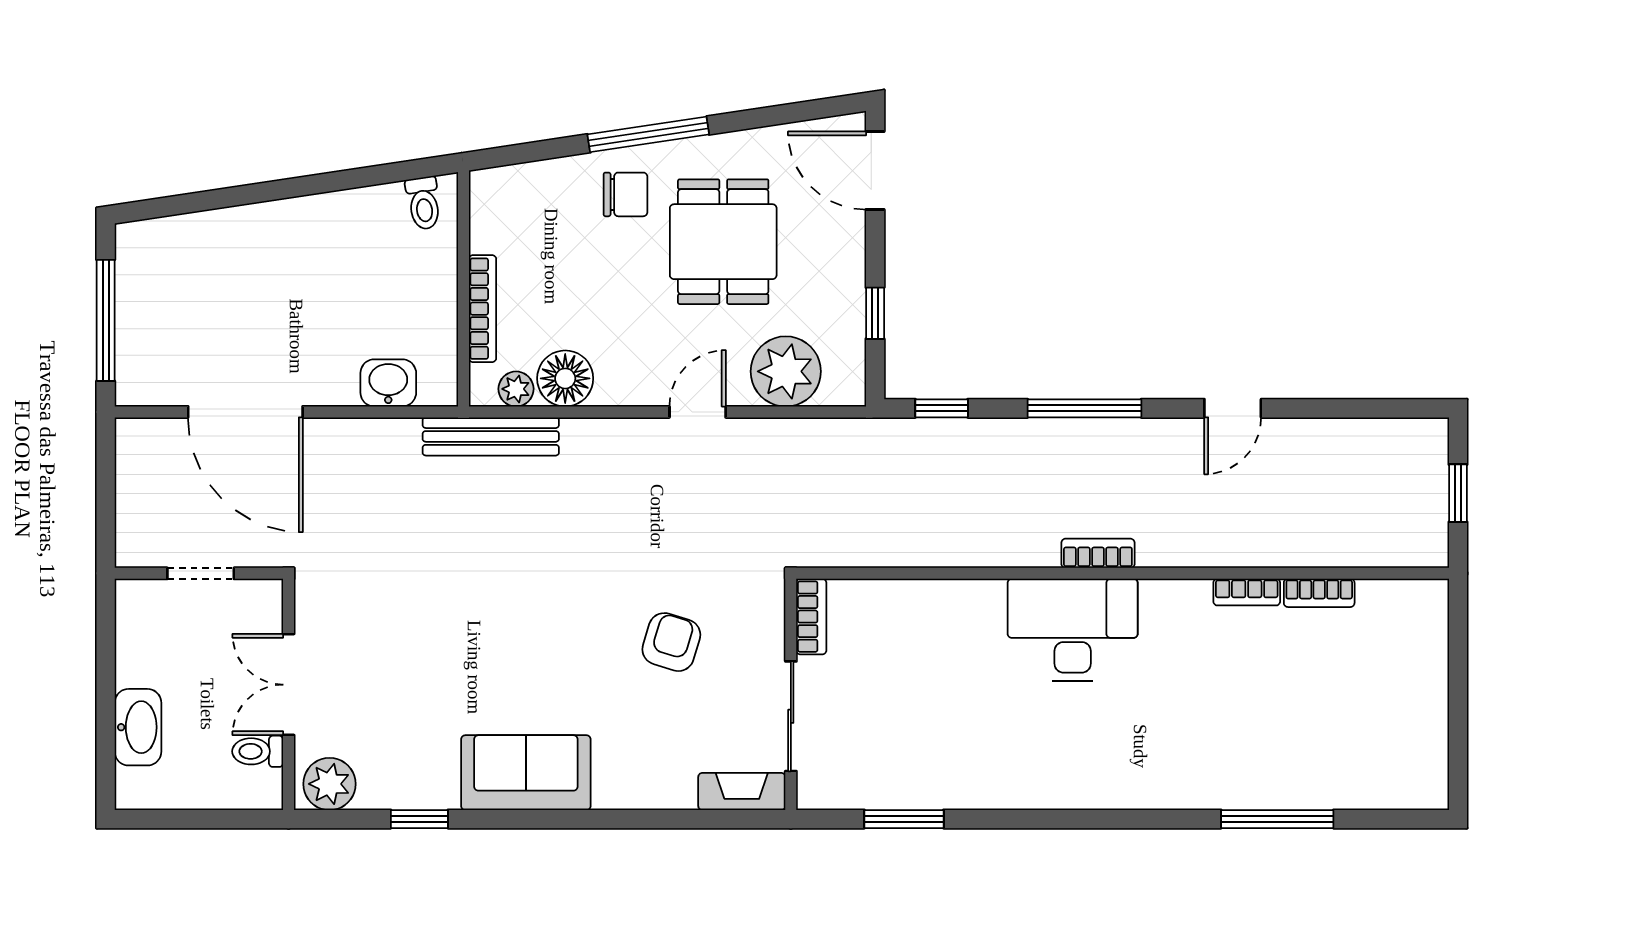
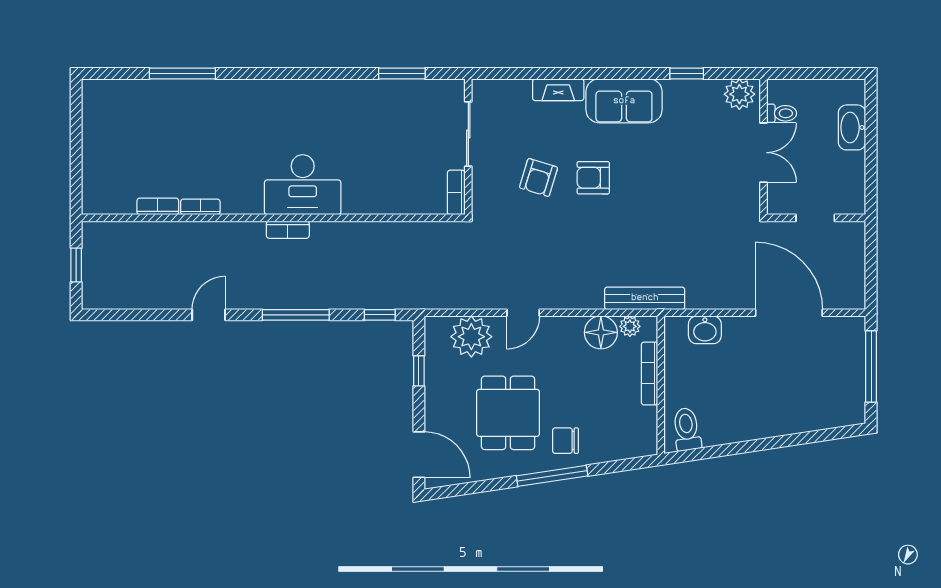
toilet: (424, 203) -> (687, 429), width x1.37, depth x1.39
armchair: (578, 642) -> (593, 178), added
fireplace: (742, 791) -> (558, 90), moved

